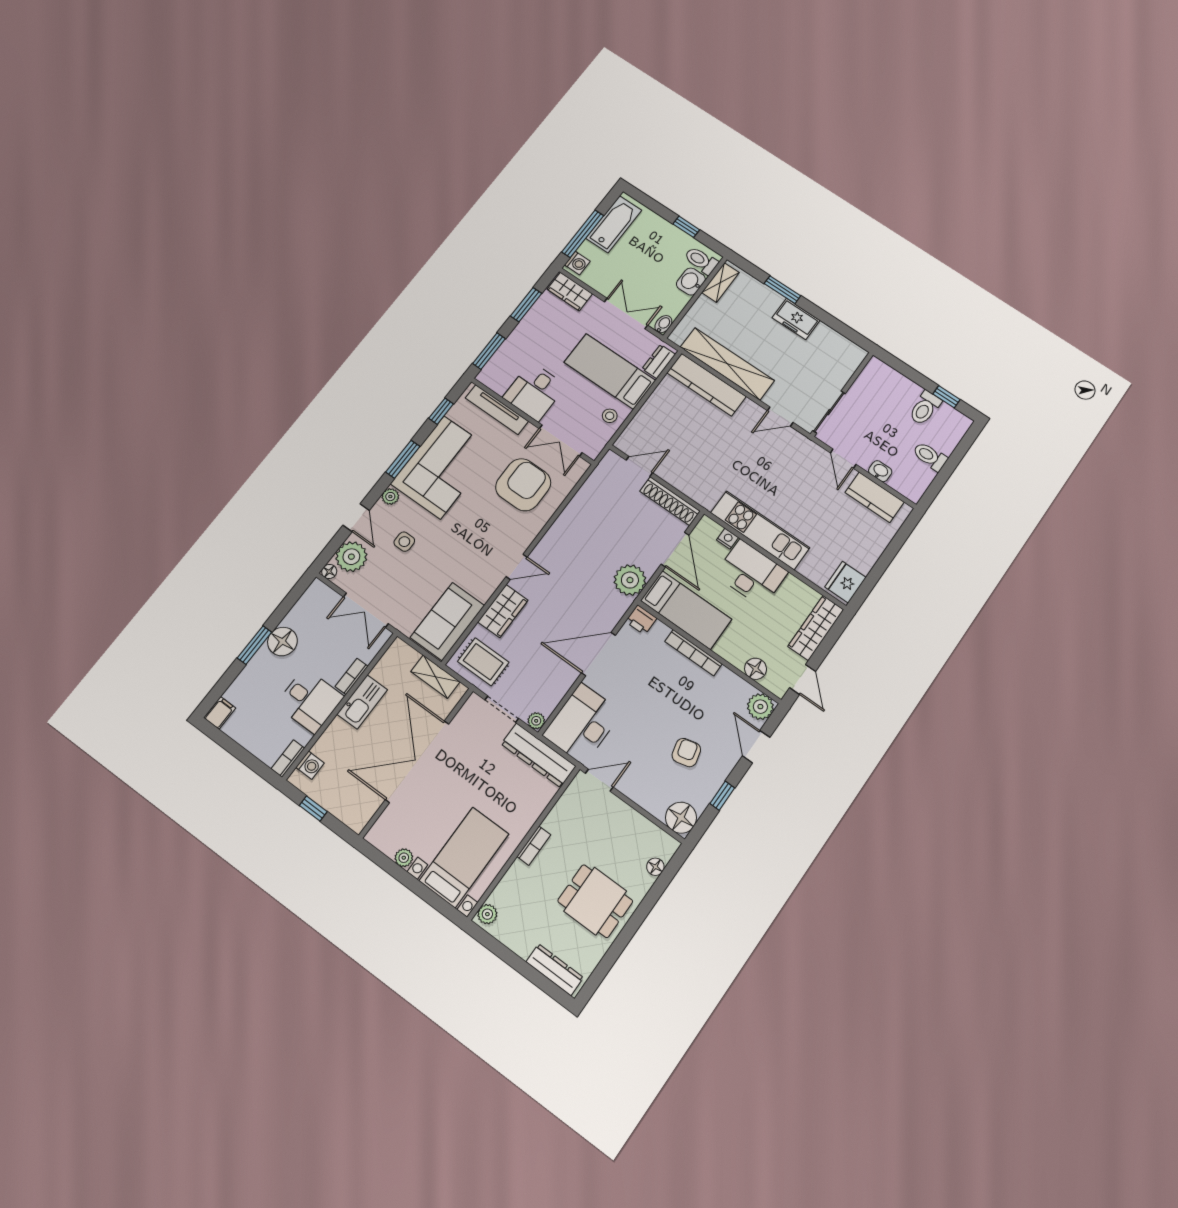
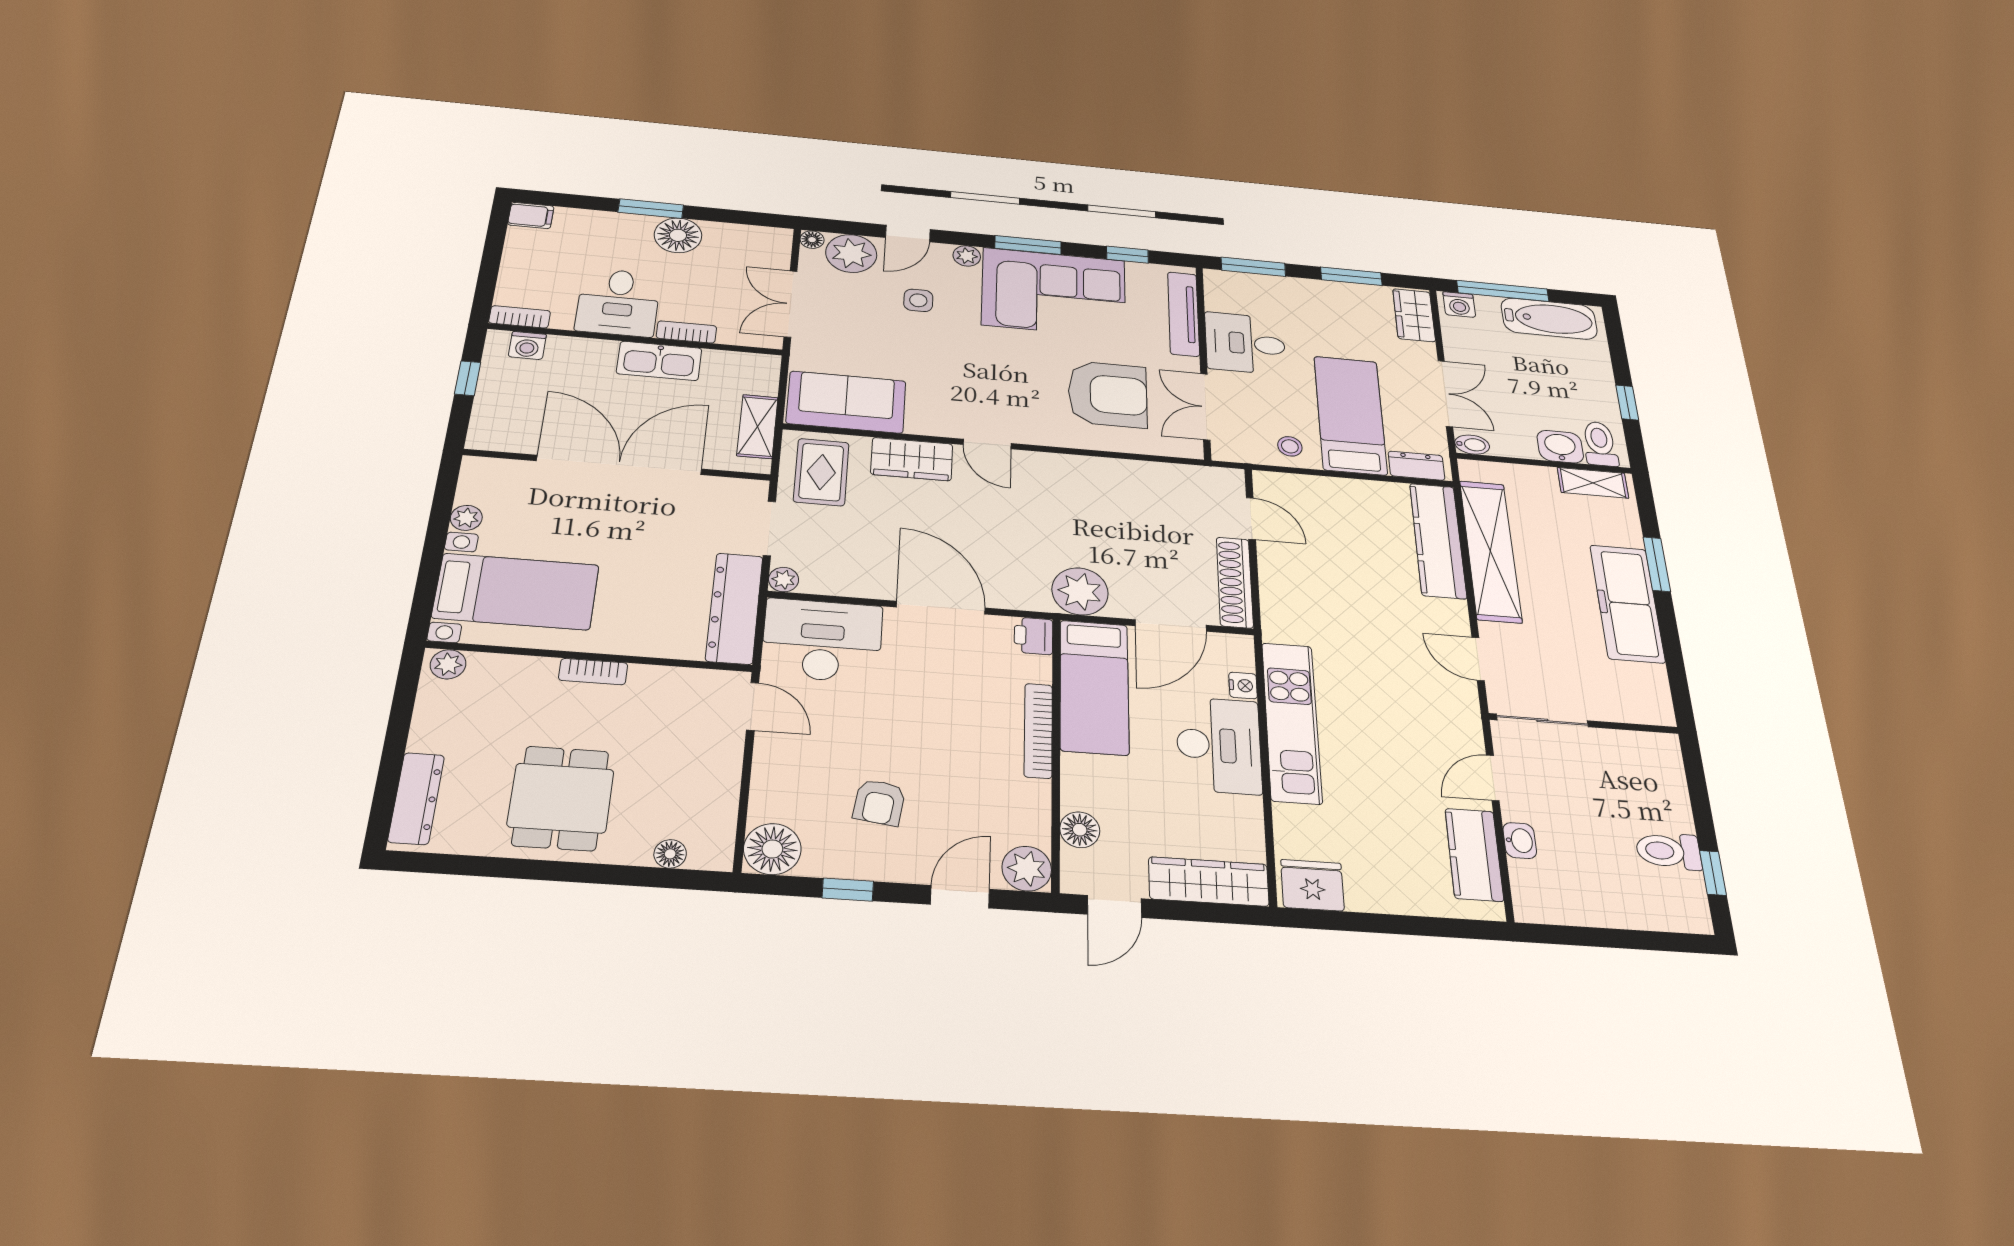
freezer: (796, 319) -> (1627, 603), width x1.91, depth x1.26
toilet: (930, 456) -> (1604, 900), removed
armchair: (686, 753) -> (879, 802), turned 112

